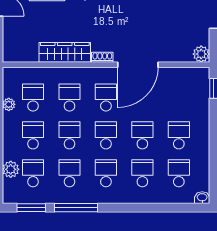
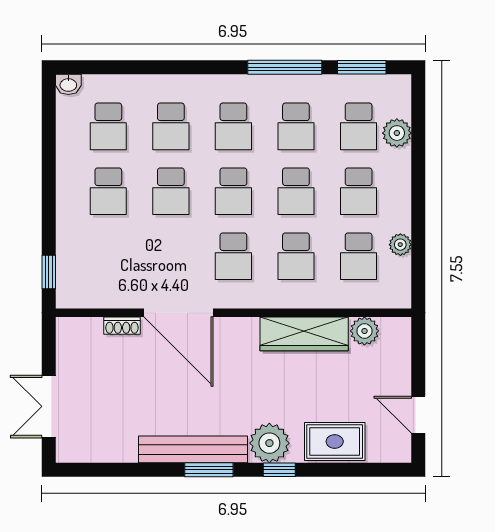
plant: (201, 54) -> (364, 331), moved
shoe rack: (102, 57) -> (122, 326), moved
door: (138, 65) -> (179, 313), swing flipped

